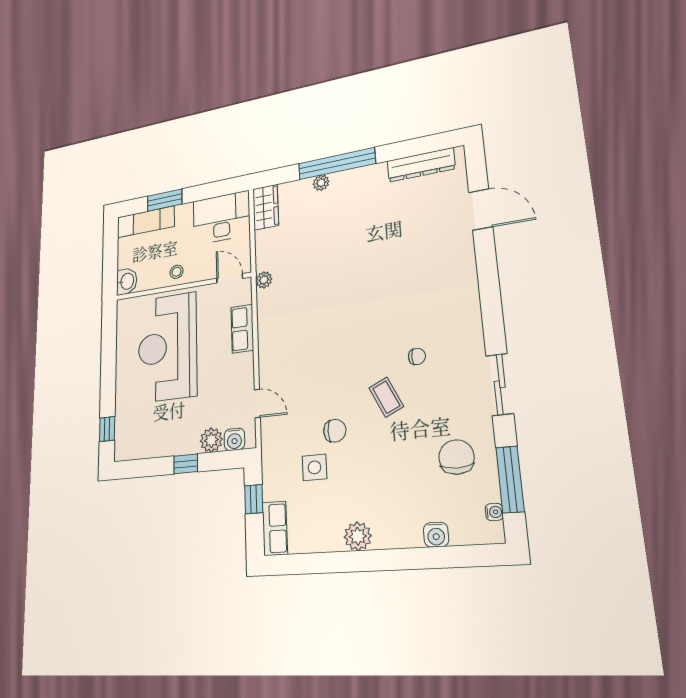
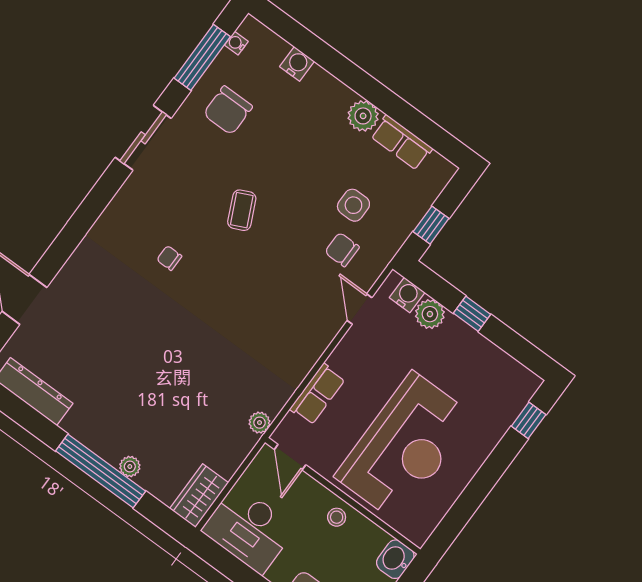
chair: (417, 356) -> (169, 258), moved
chair: (335, 431) -> (342, 250), moved
row of seats: (275, 528) -> (402, 142), moved, turned -90

